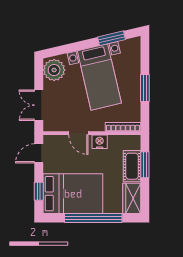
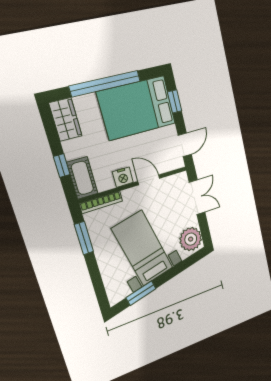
window: (145, 88) -> (84, 238), moved
window: (145, 165) -> (62, 166), width x0.67
cot: (132, 166) -> (82, 178), moved

